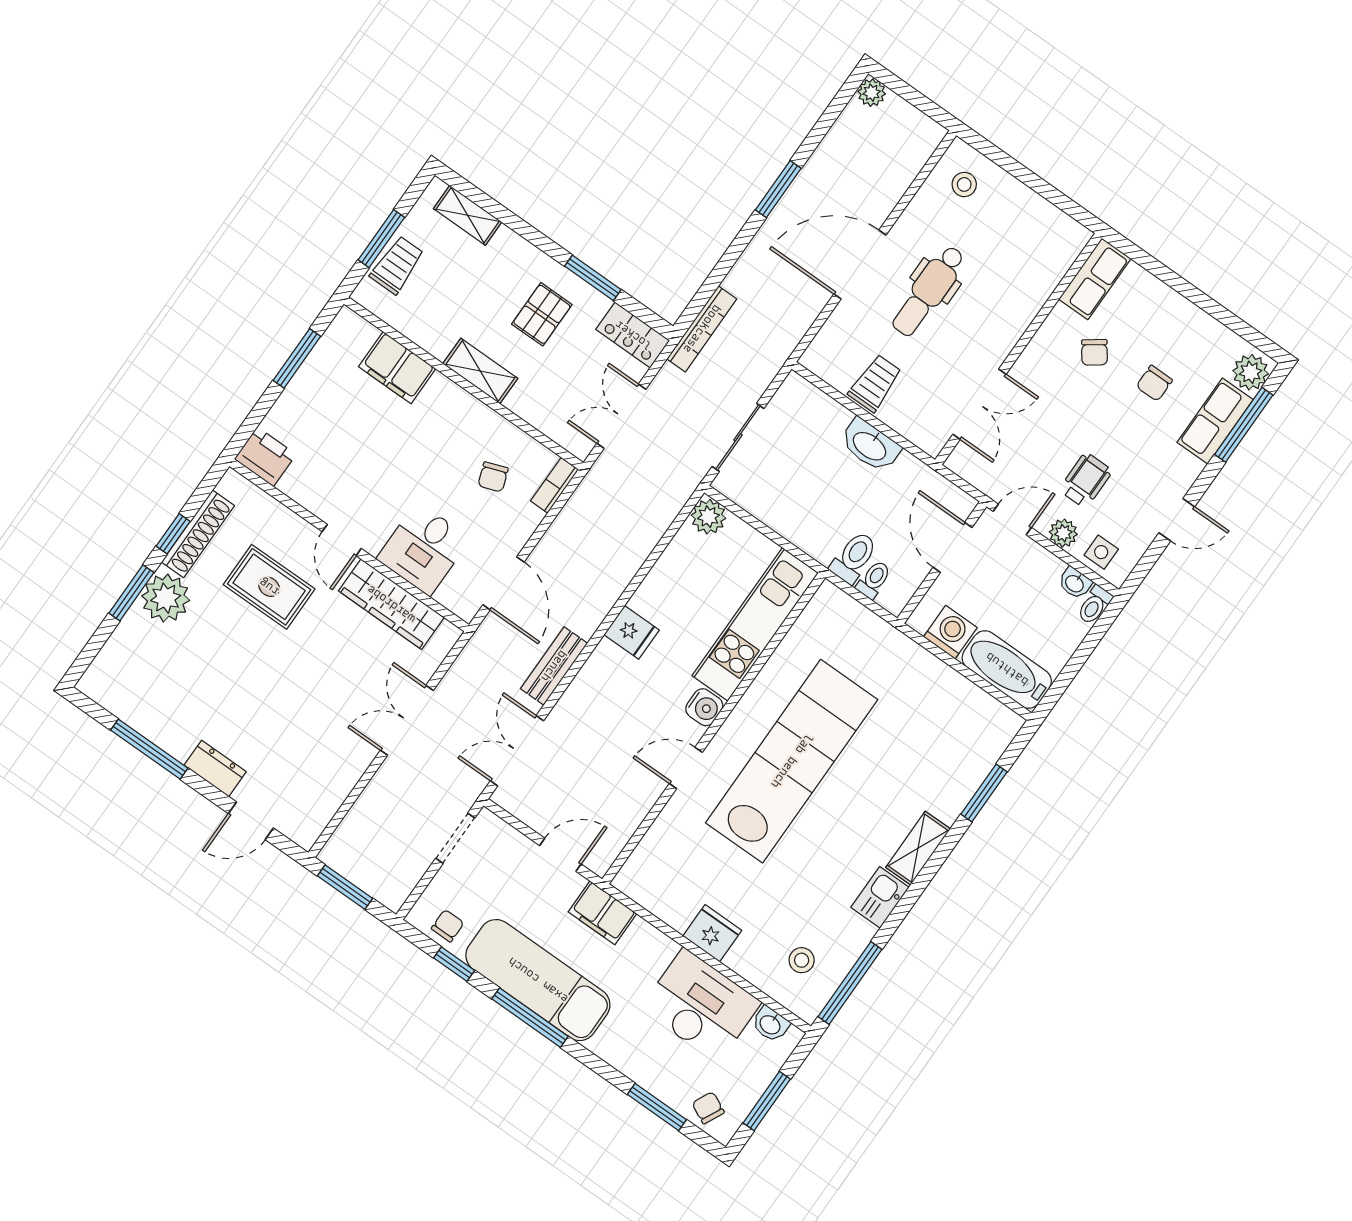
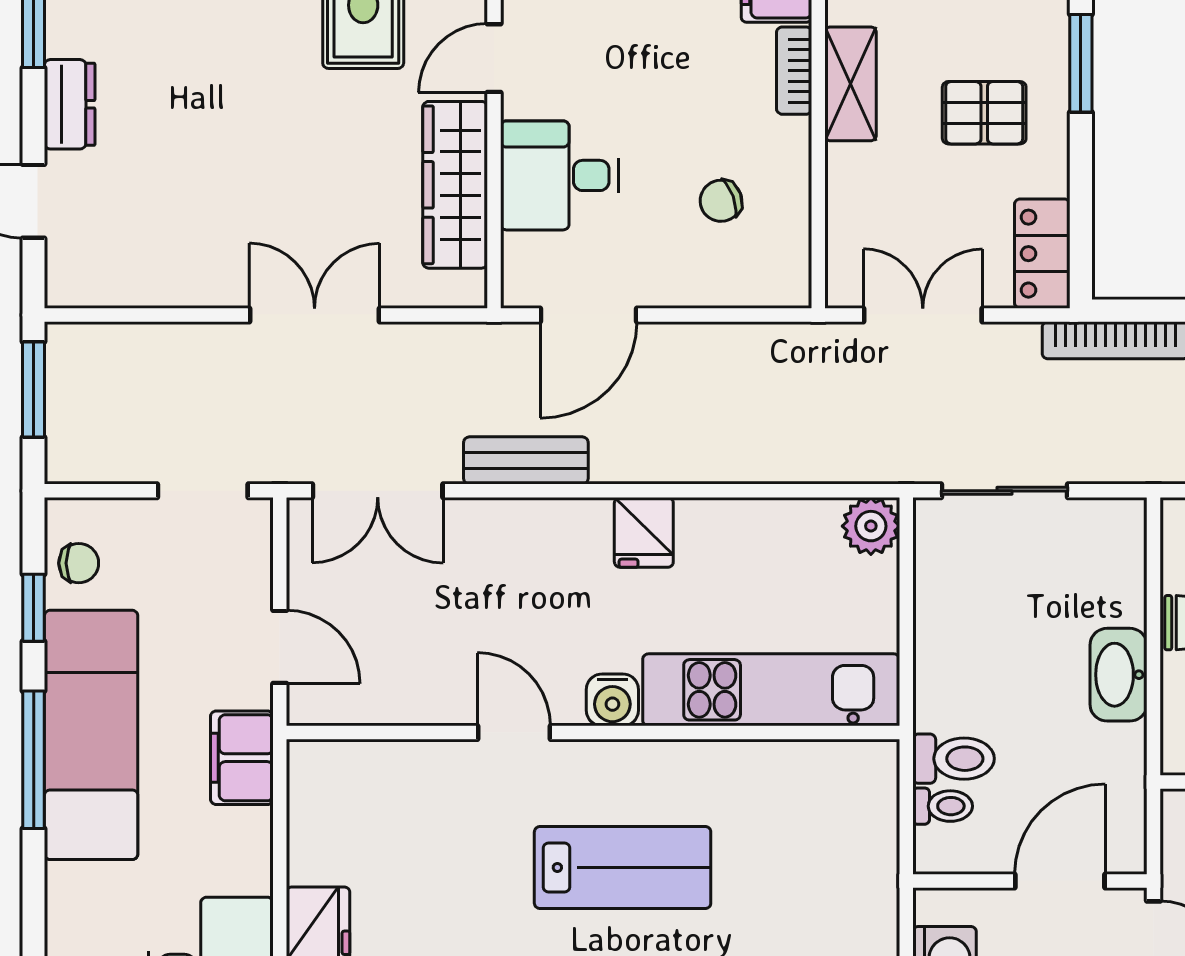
window: (593, 278) -> (1081, 63), moved
bookcase: (555, 485) -> (794, 71), moved, turned -90
double door: (517, 751) -> (378, 491), swing flipped
lab bench: (792, 761) -> (623, 868), width x0.54, depth x0.72

